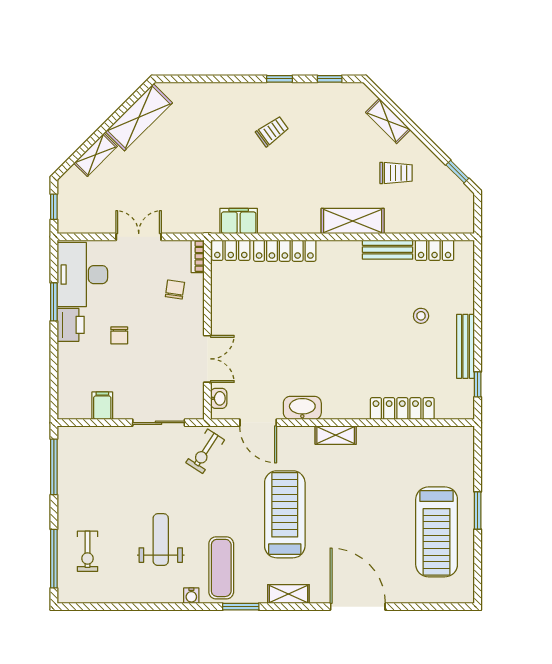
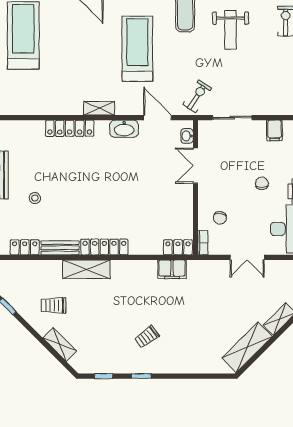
locker: (285, 251) -> (104, 247), moved
locker: (402, 409) -> (70, 128), moved
treadmill: (285, 514) -> (137, 49), turned 180

